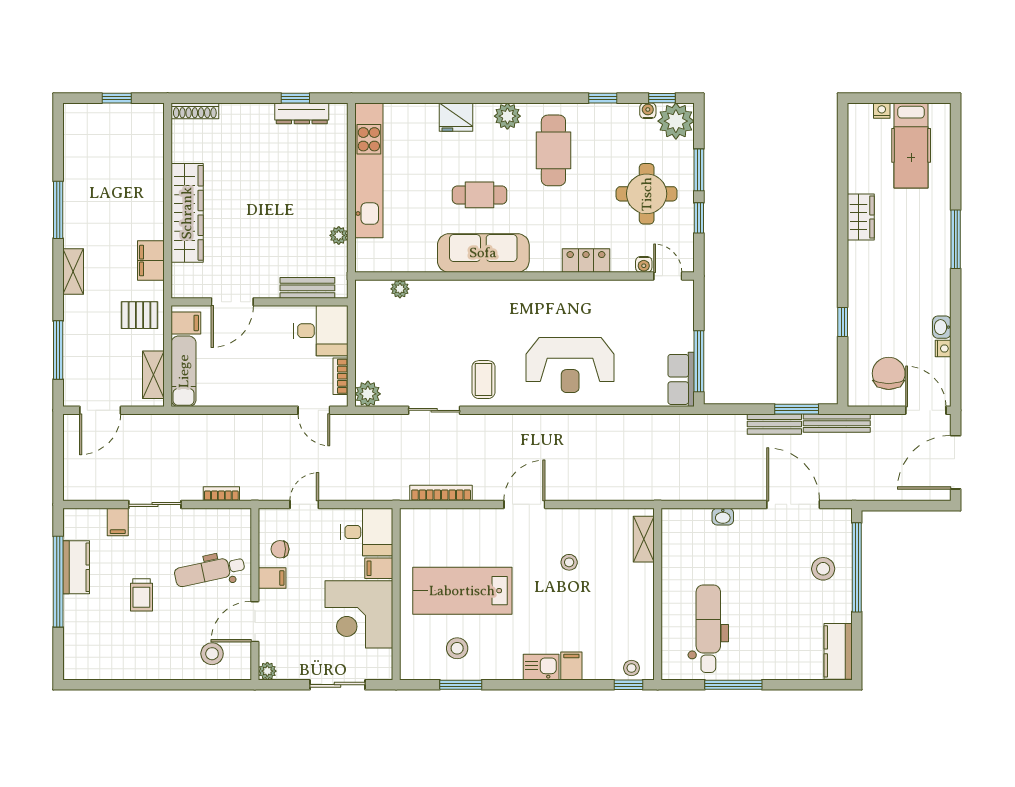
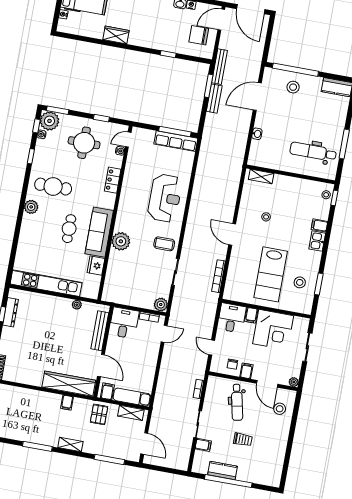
fridge: (456, 117) -> (96, 266), moved, turned 180
window: (699, 170) -> (58, 110), moved
wardrobe: (187, 213) -> (69, 384), moved
filing cabinet: (151, 261) -> (67, 403), width x0.50
bench: (307, 288) -> (100, 331), width x1.36
plant: (400, 289) -> (121, 241), moved, width x1.88, depth x1.88
row of seats: (681, 379) -> (176, 141), width x1.48

